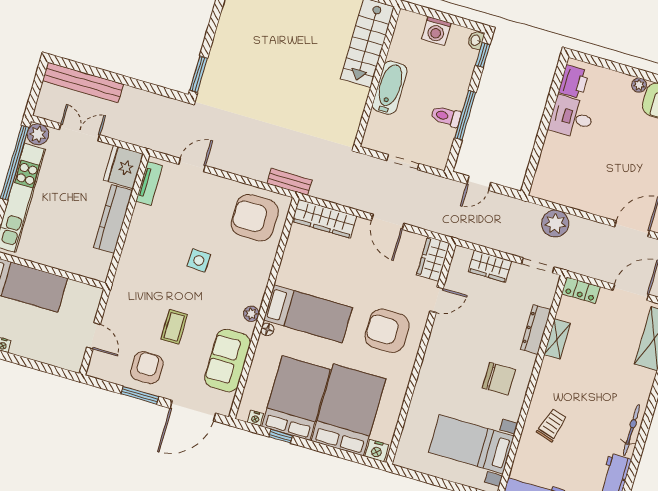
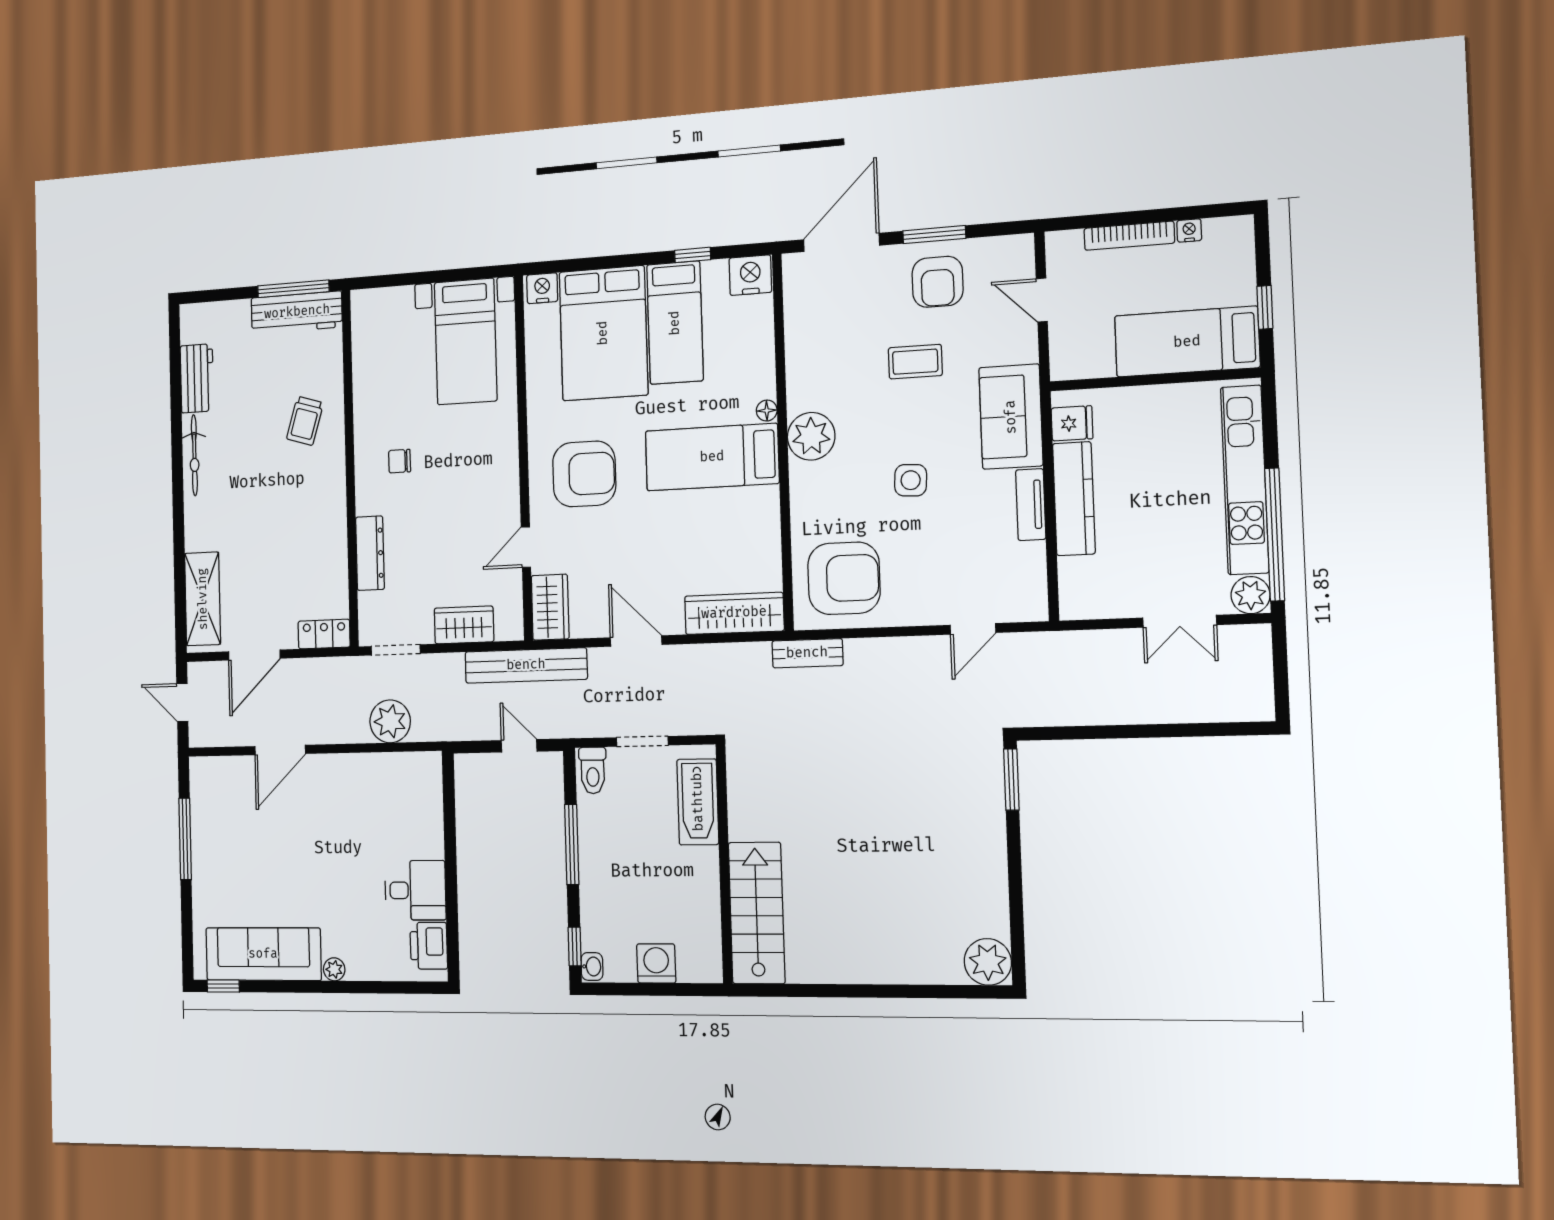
bench: (83, 82) -> (526, 665), moved
bathtub: (390, 88) -> (698, 802), moved
toilet: (446, 116) -> (593, 770), moved, turned 90
fridge: (123, 167) -> (1072, 423), moved, width x0.53, depth x0.75
tv unit: (149, 183) -> (1031, 505), moved
door: (479, 183) -> (519, 746), hinge flipped
plant: (251, 314) -> (811, 436), width x1.88, depth x1.88
coffee table: (174, 327) -> (915, 362), turned 90
shelving: (557, 339) -> (336, 550), removed
bookcase: (35, 354) -> (1129, 236), added
sofa: (227, 360) -> (1011, 417), moved, turned 180
chair: (499, 379) -> (400, 461), width x0.54, depth x0.54
bed: (296, 398) -> (675, 323), width x0.67
nightstand: (255, 418) -> (750, 275), width x1.89, depth x1.79
bed with nightstands: (471, 444) -> (466, 342), moved, turned 90

